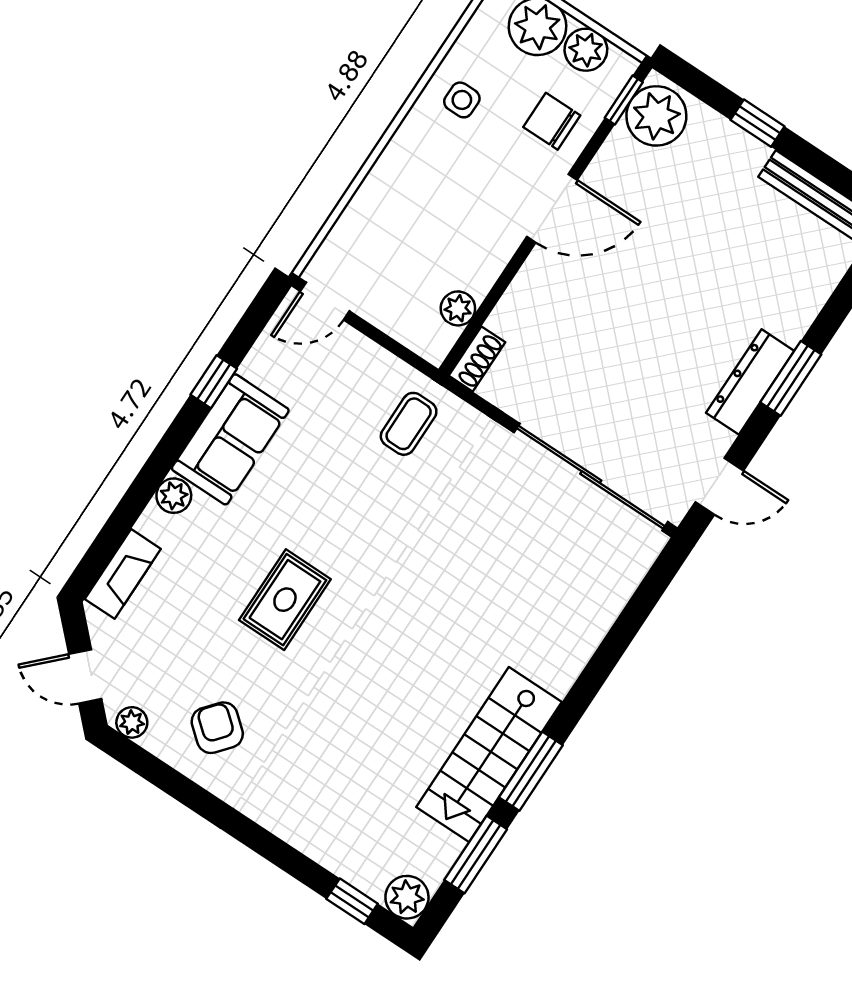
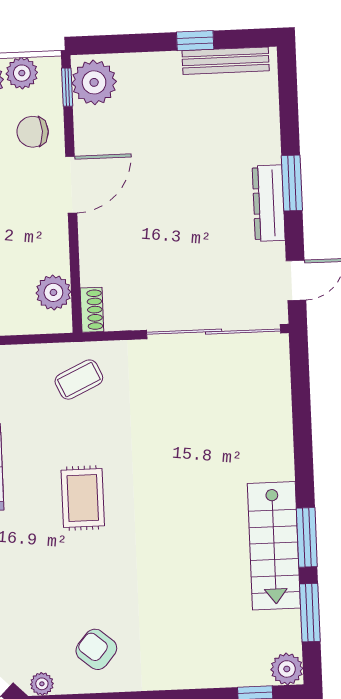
window: (757, 123) -> (195, 41), moved
plant: (458, 308) -> (53, 292), width x1.38, depth x1.38
coffee table: (409, 424) -> (79, 380), turned 65
rug: (285, 600) -> (83, 498), moved

